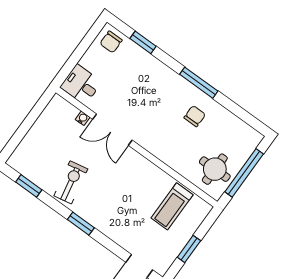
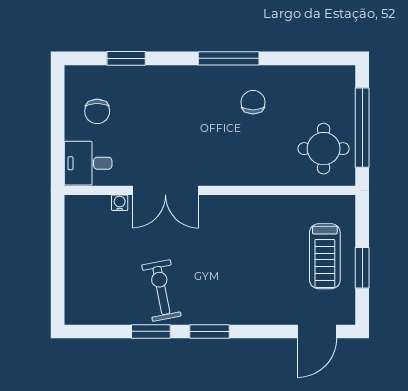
chair: (111, 42) -> (97, 111), moved
window: (29, 186) -> (151, 331), moved
treadmill: (172, 206) -> (325, 256), moved

